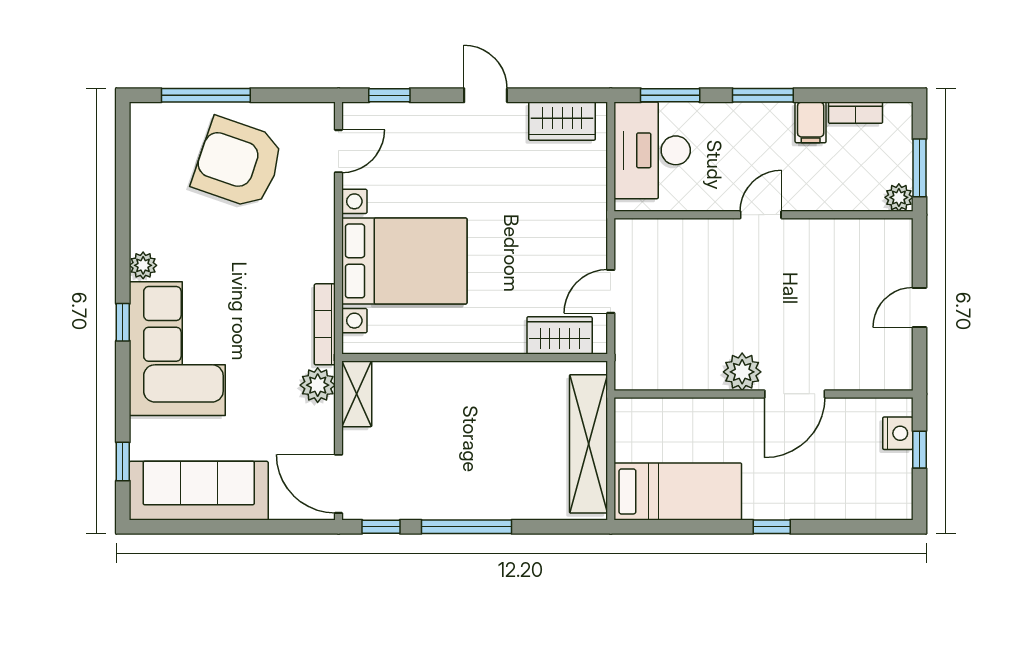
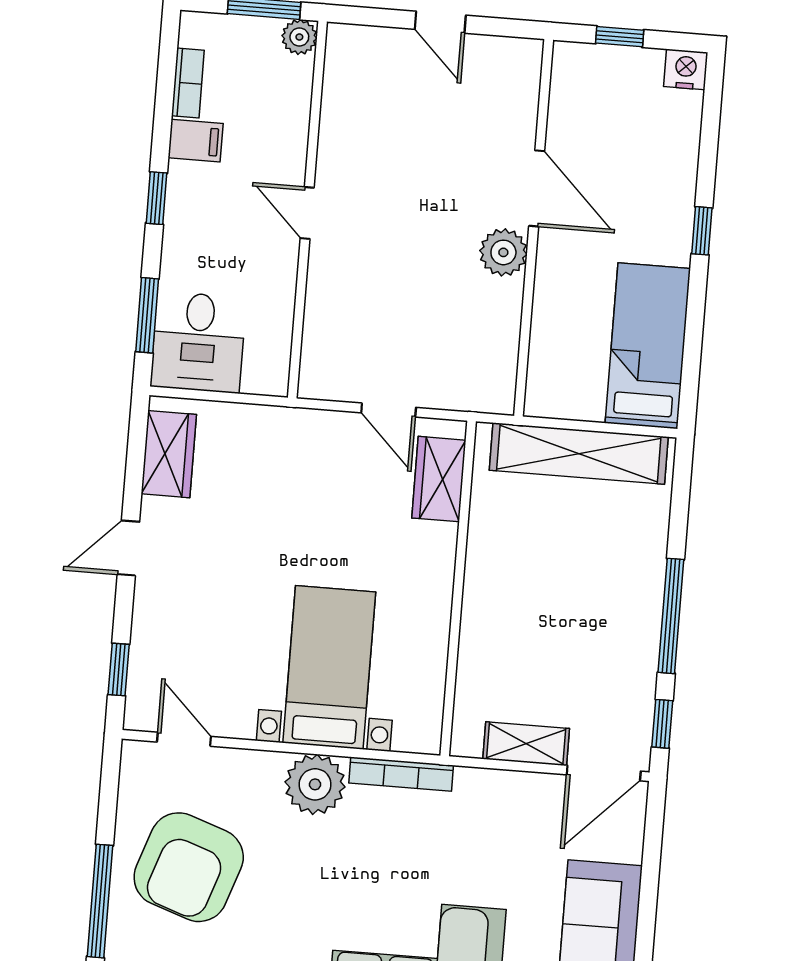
window: (763, 95) -> (157, 198), width x0.67
desk: (652, 150) -> (198, 342), width x0.73
bed with nightstands: (404, 261) -> (329, 667), width x0.73
plant: (318, 385) -> (315, 784), moved, width x1.36, depth x1.36
shelving: (357, 394) -> (526, 744), moved
nightstand: (898, 433) -> (686, 69), moved

